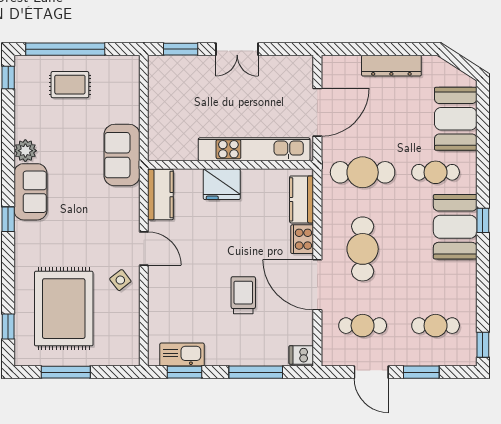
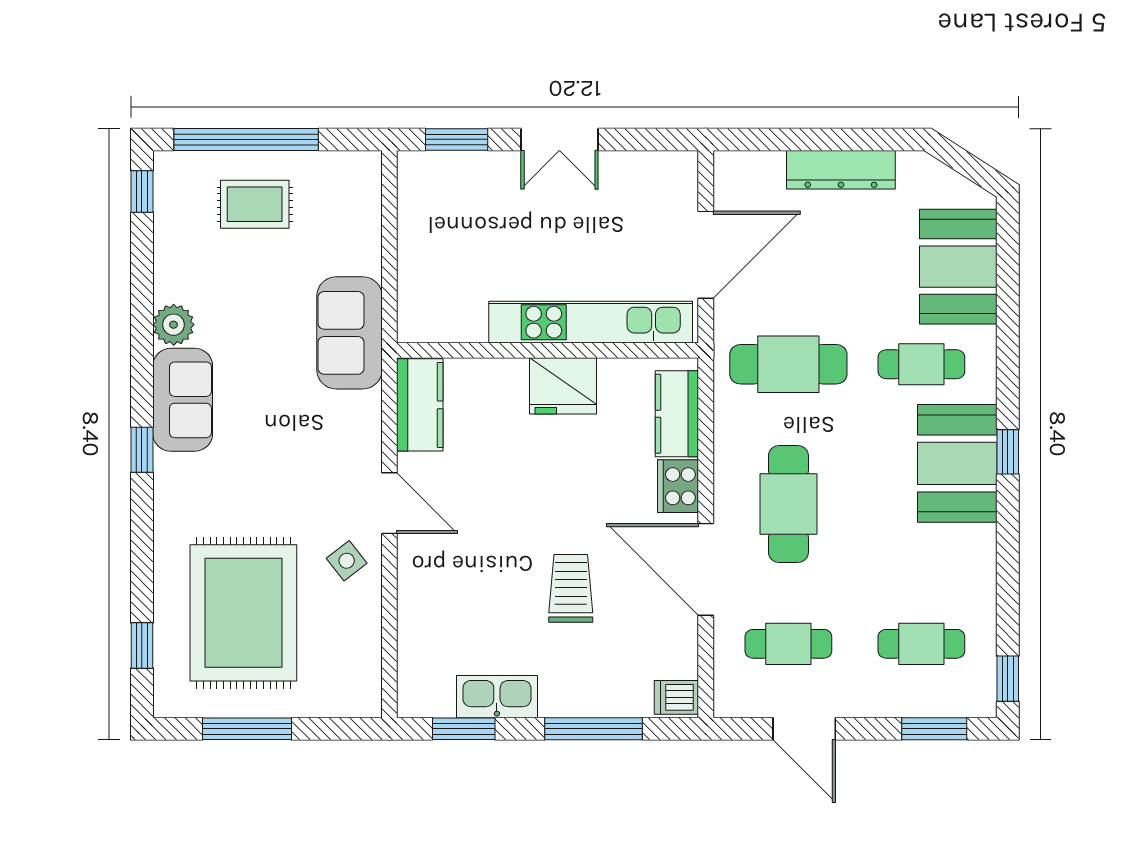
fridge: (222, 184) -> (563, 386), moved
kitchen sink: (182, 355) -> (497, 697), moved
window: (421, 372) -> (934, 729), moved

